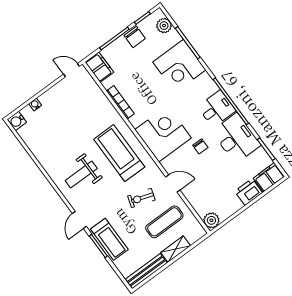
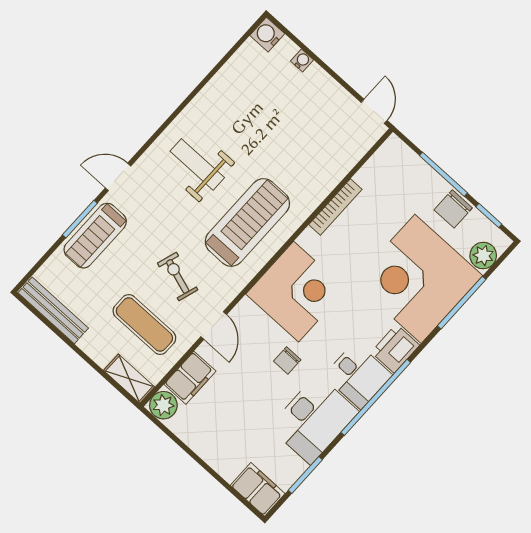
corner desk: (179, 66) -> (418, 279), width x1.36, depth x1.36
filing cabinet: (99, 67) -> (190, 378), moved
printer: (248, 192) -> (395, 349), moved, turned -90
shelving: (176, 249) -> (129, 379), moved

